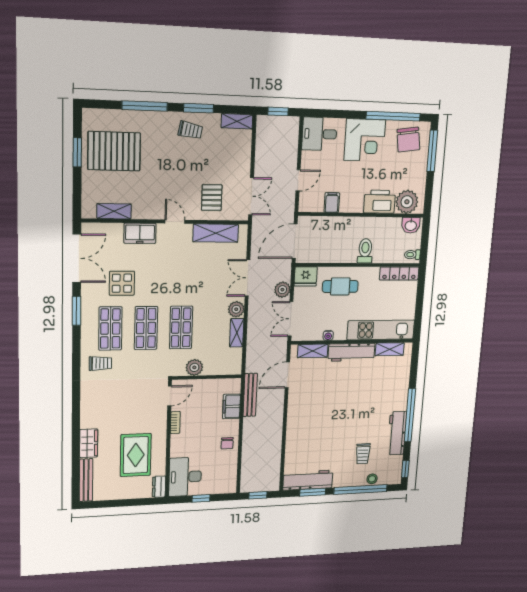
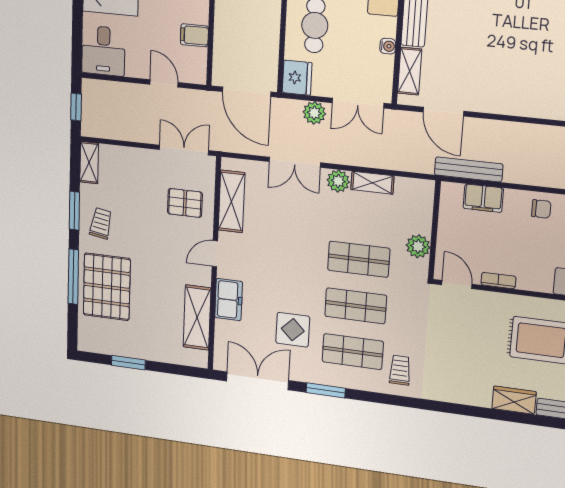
pallet: (114, 151) -> (107, 287), moved
shelving: (114, 211) -> (197, 317), width x1.50, depth x1.33

